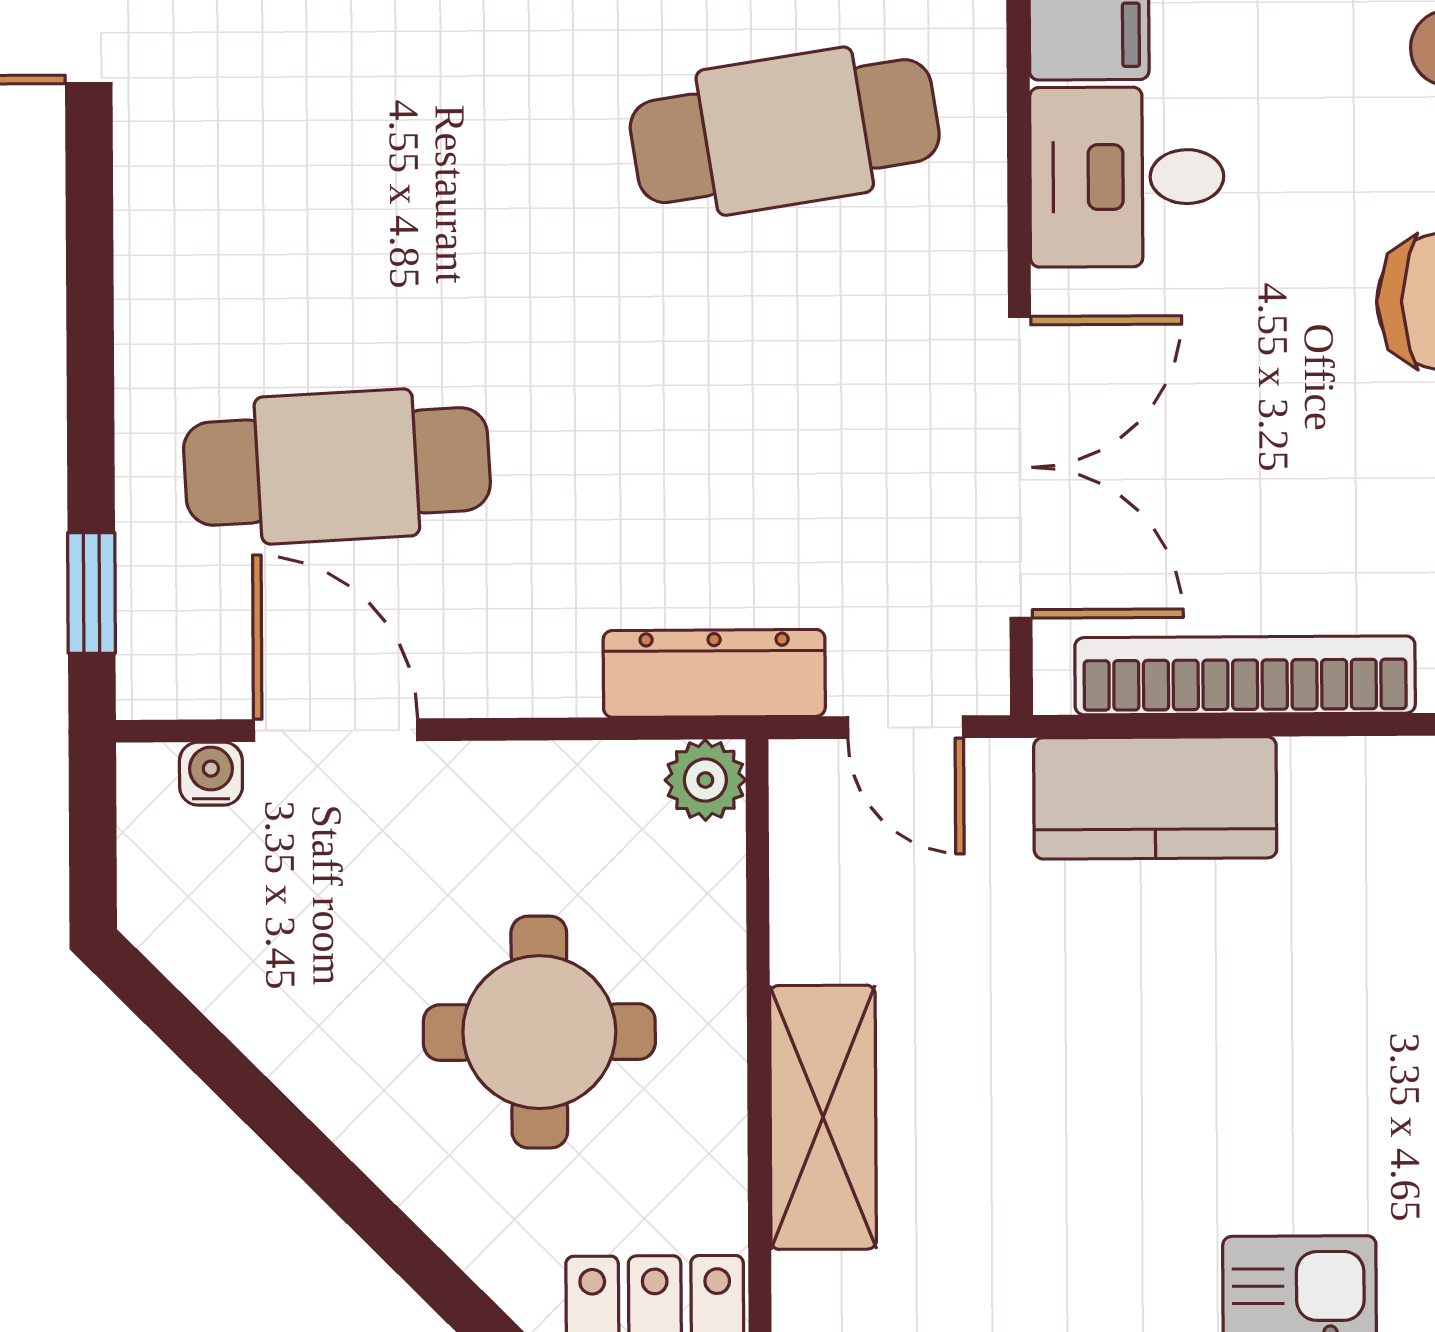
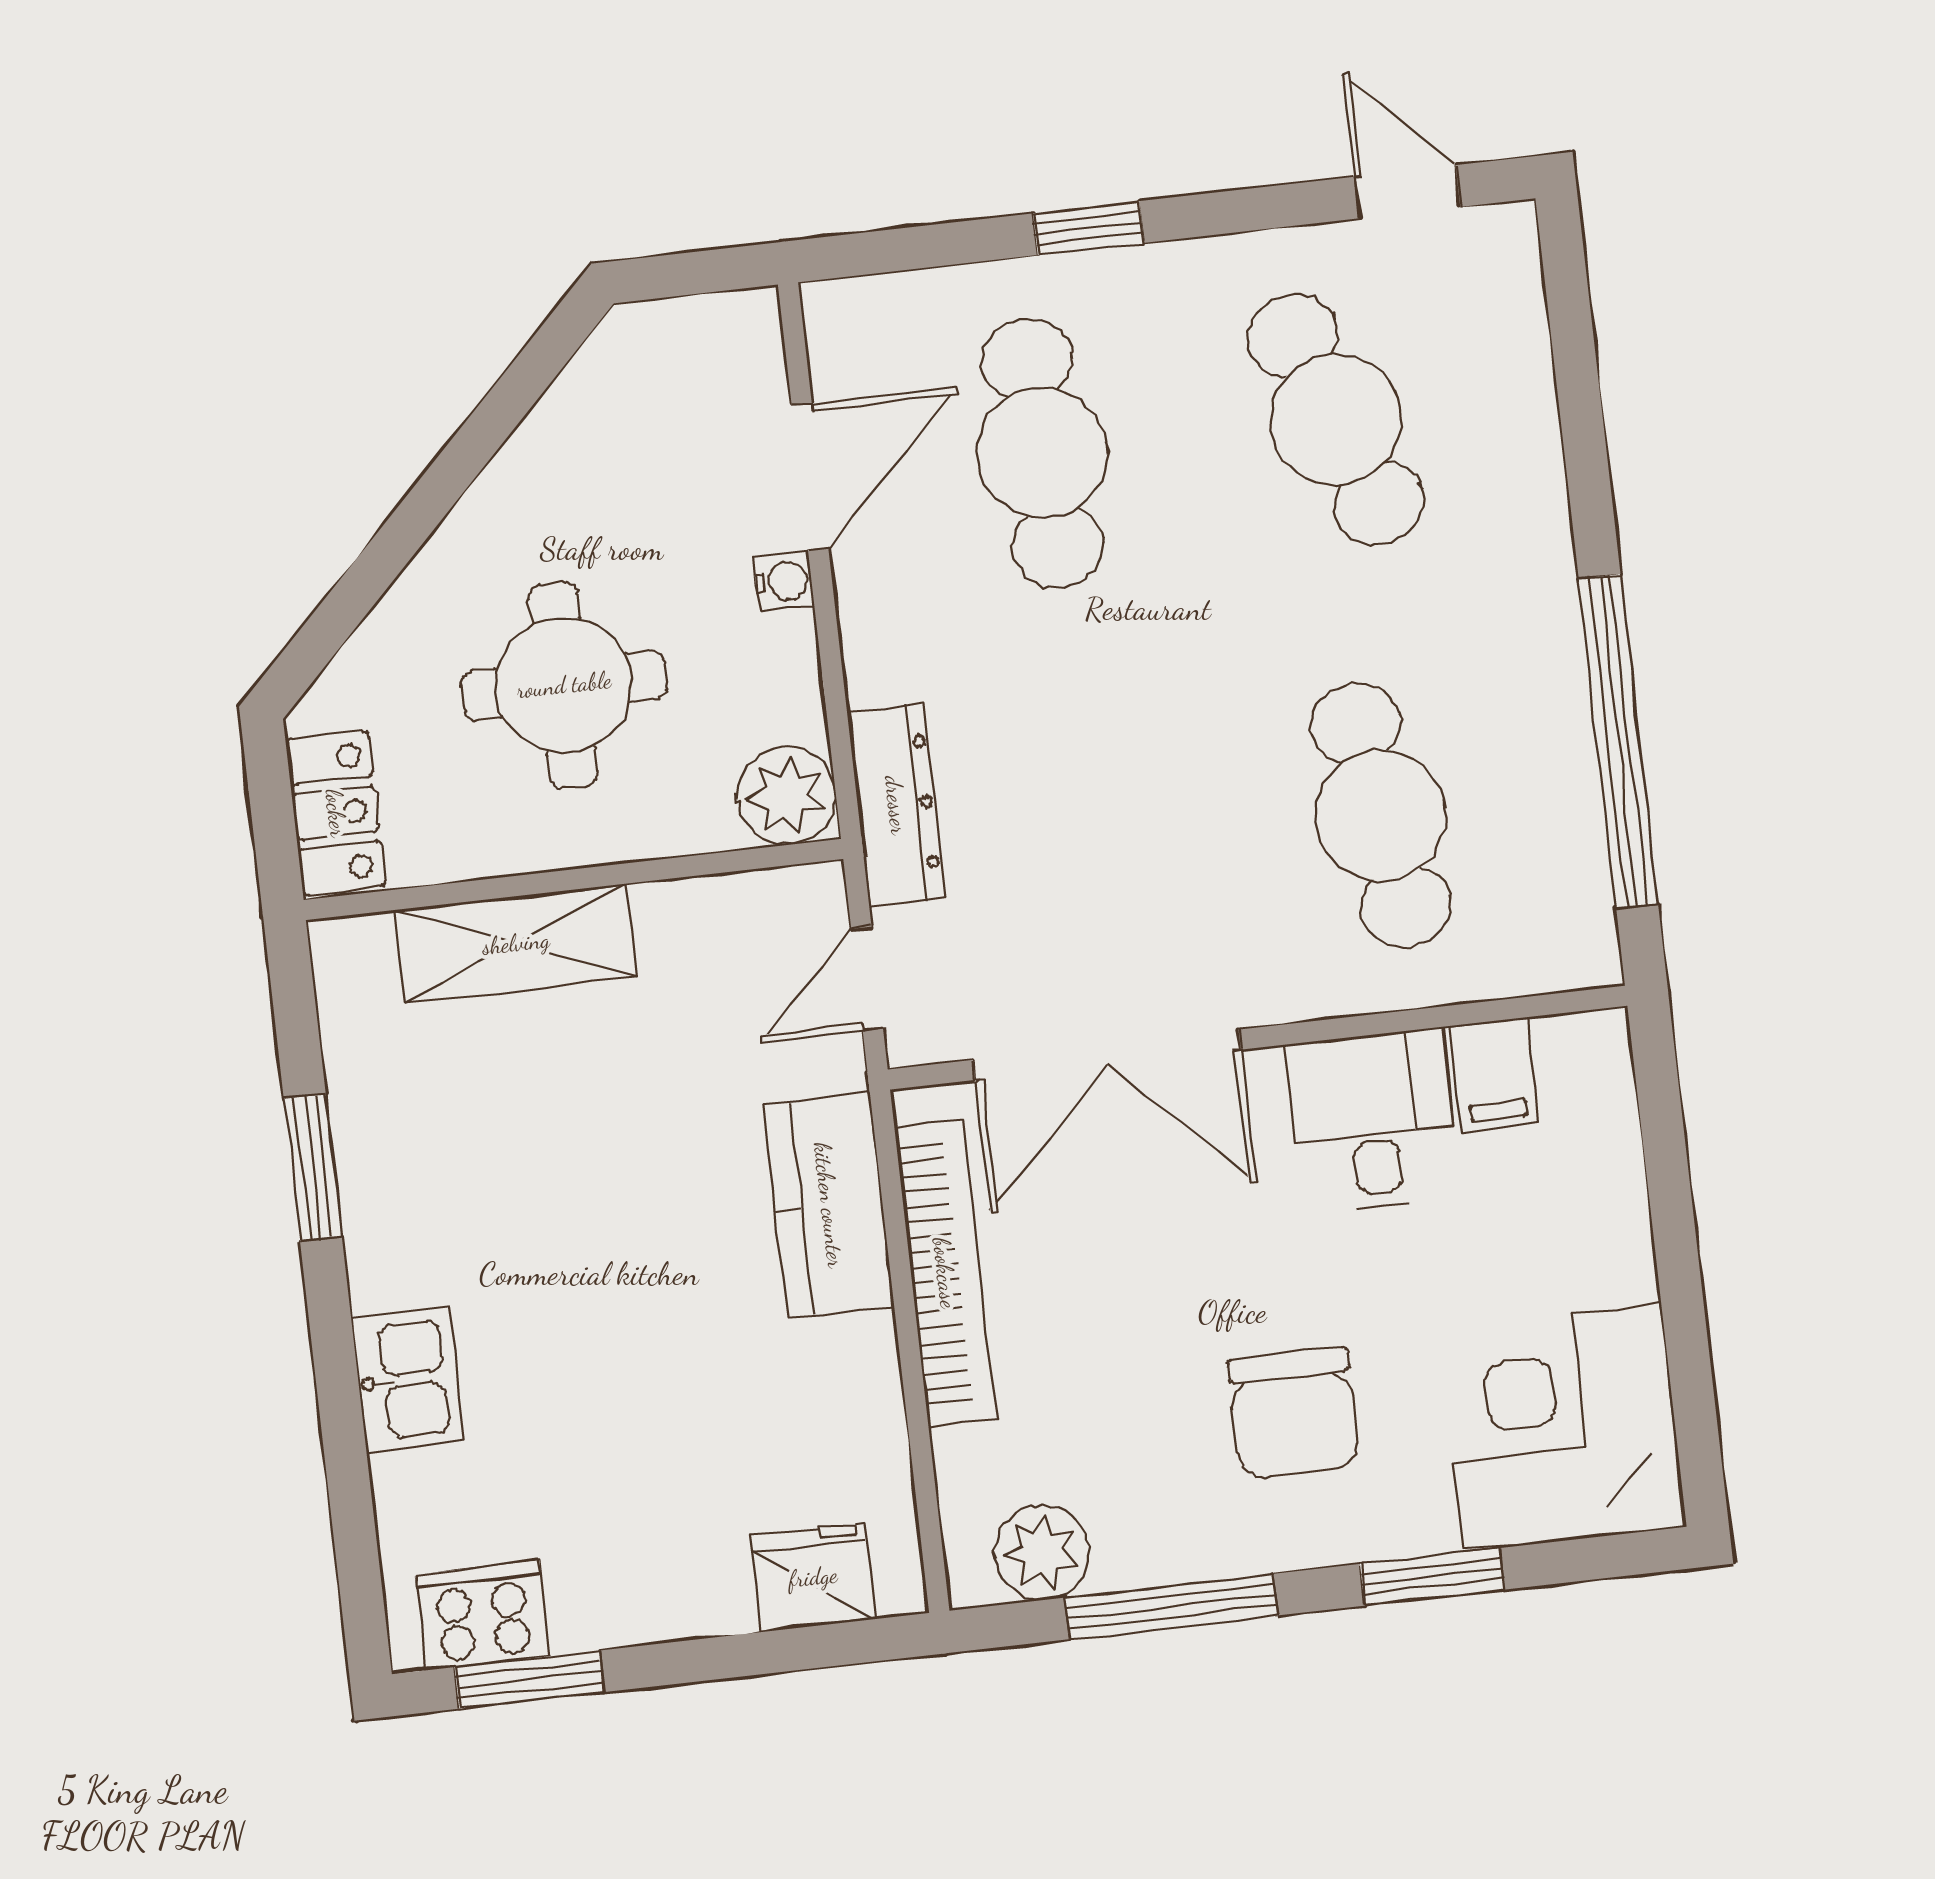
cafe table: (335, 133) -> (1336, 419), added
window: (92, 593) -> (1088, 228), moved
water cooler: (211, 774) -> (784, 581), moved
plant: (705, 780) -> (787, 796), width x1.38, depth x1.38

